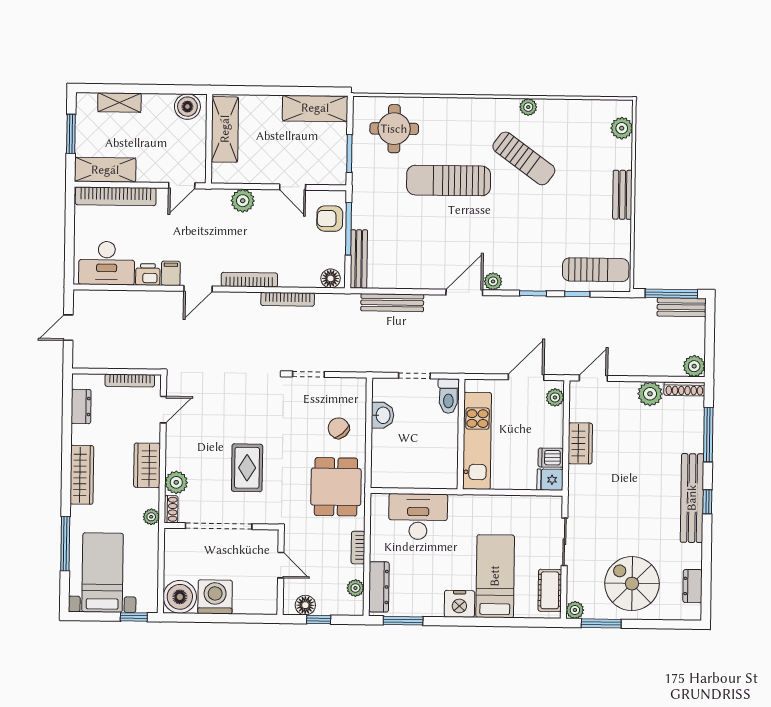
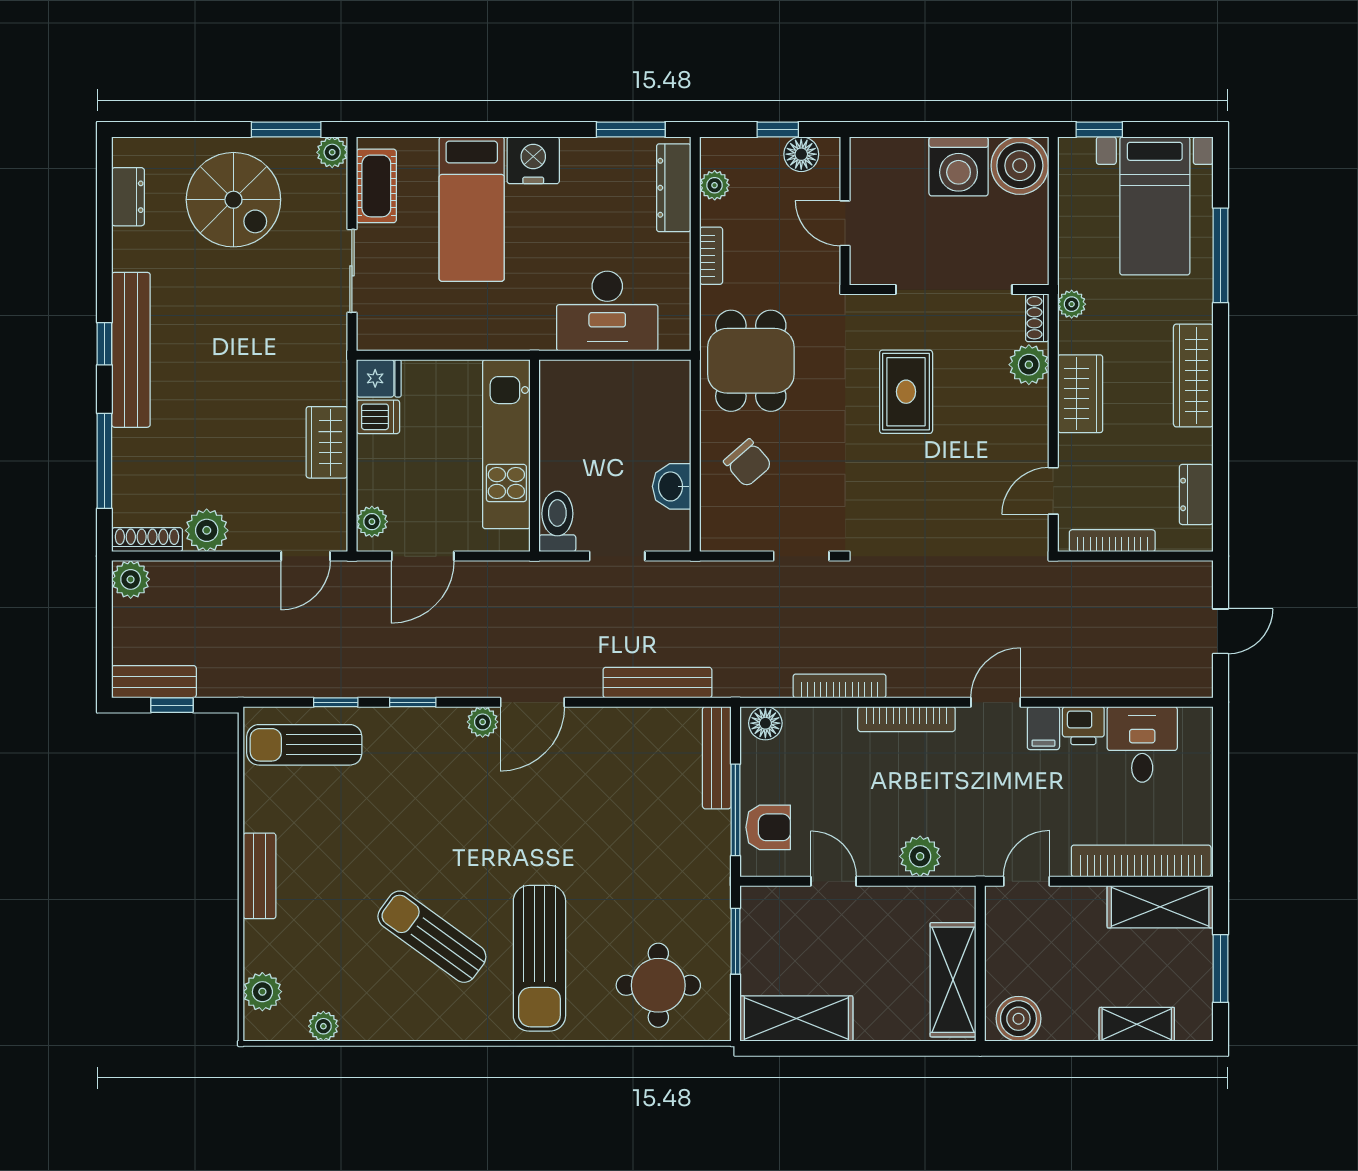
plant: (528, 107) -> (323, 1026), moved
sun lounger: (449, 181) -> (539, 958), moved, turned 90
desk: (107, 263) -> (1142, 744), width x0.73
window: (671, 294) -> (172, 705), width x0.46

